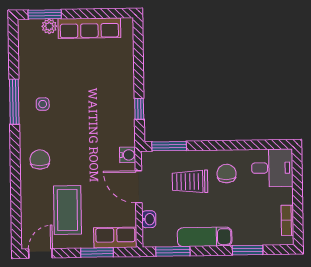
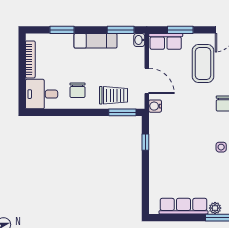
trolley: (190, 182) -> (113, 95), moved
washbasin: (149, 219) -> (139, 40), moved
bookcase: (287, 220) -> (30, 59), width x1.56

